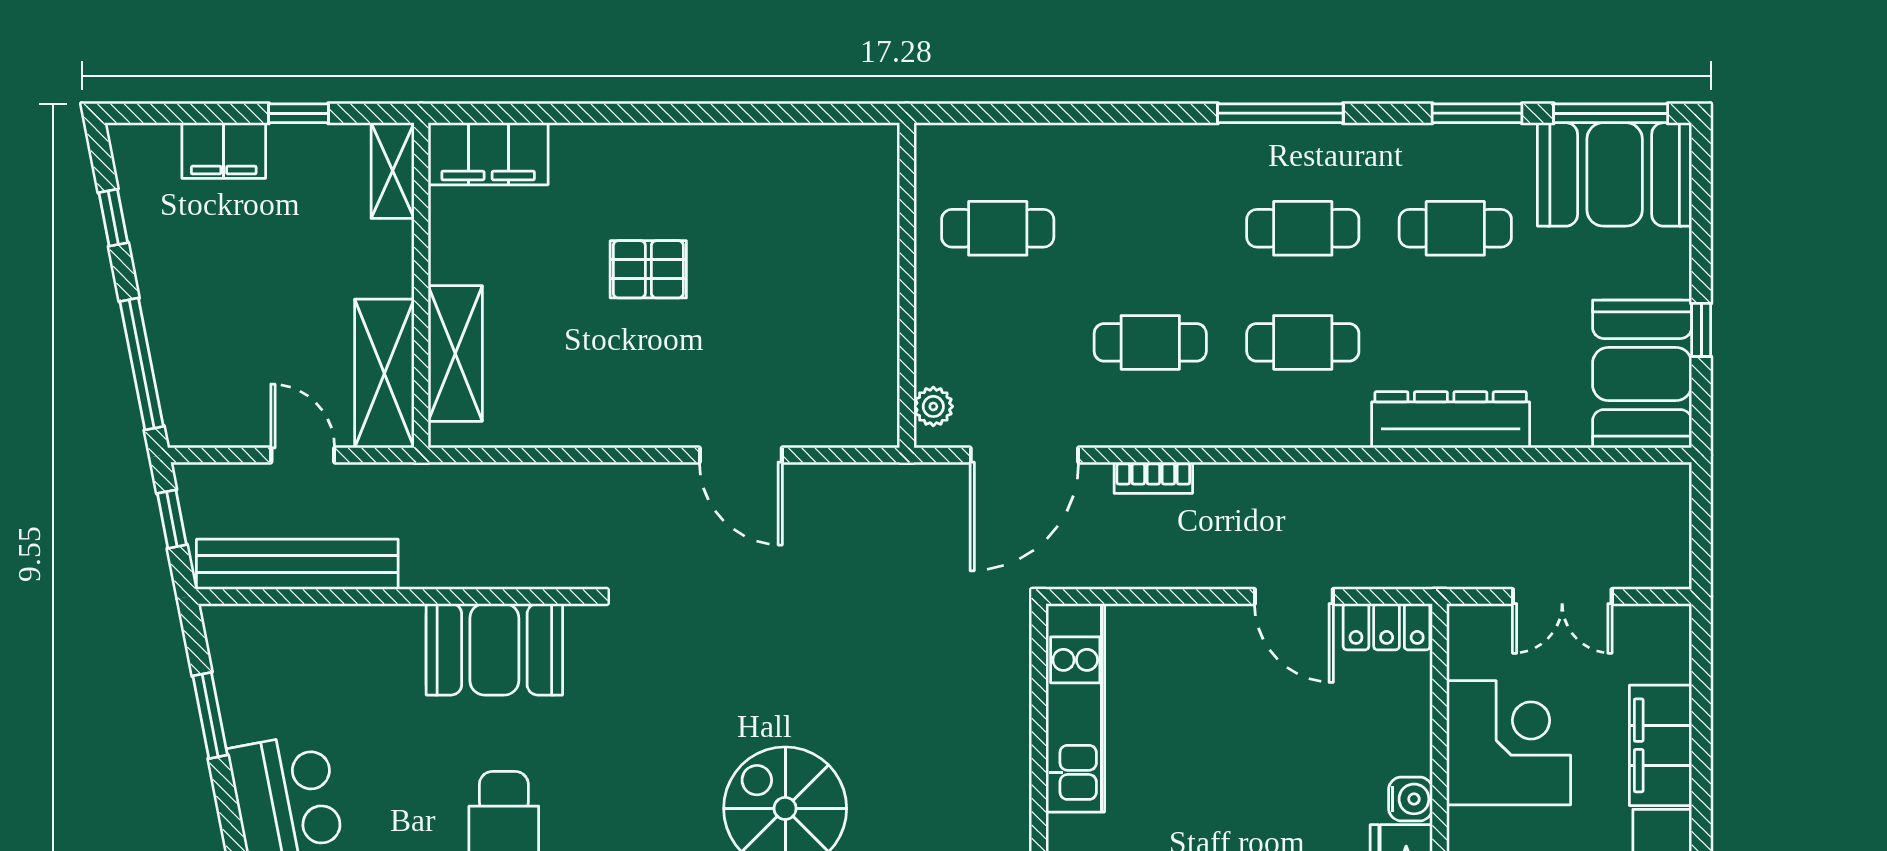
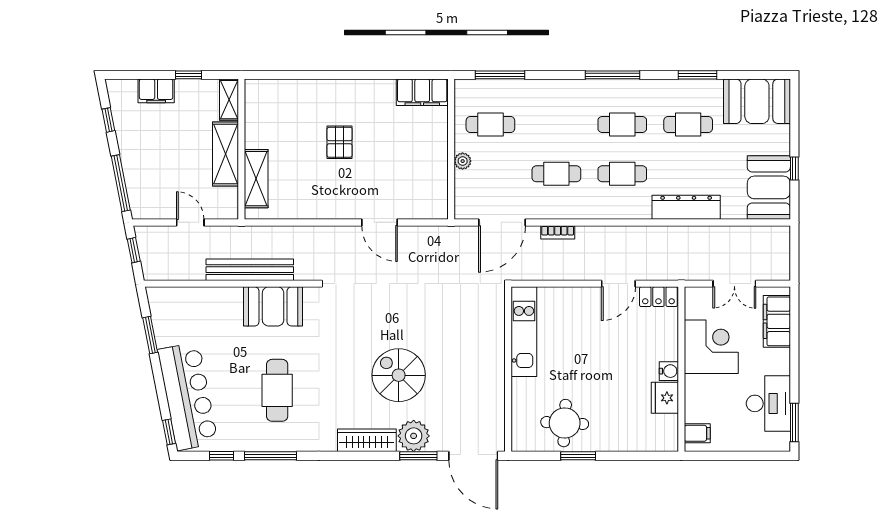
window: (1611, 113) -> (500, 75), moved
filing cabinet: (488, 154) -> (422, 92), moved
pallet: (648, 269) -> (340, 142), turned 90
shelving: (384, 374) -> (225, 154), moved
plant: (933, 406) -> (463, 161), moved
bench: (297, 564) -> (250, 270), moved
door: (1294, 596) -> (618, 284), hinge flipped
filing cabinet: (1661, 745) -> (777, 321), moved

